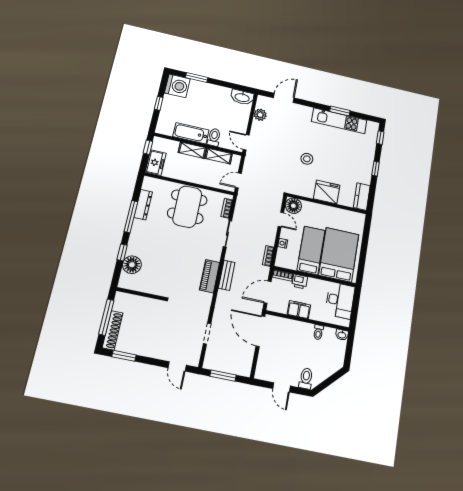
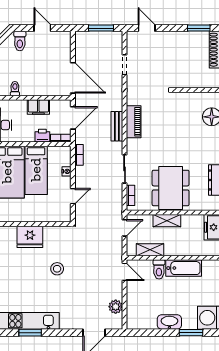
washbasin: (242, 97) -> (169, 322), moved
shelving: (192, 150) -> (167, 221), moved
floor lamp: (293, 206) -> (62, 214), removed
door: (281, 219) -> (73, 196), swing flipped

